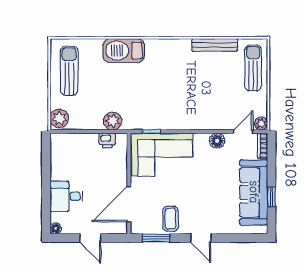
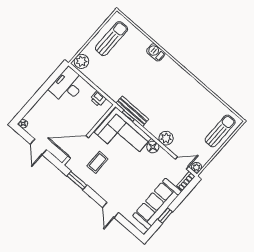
bench: (215, 45) -> (132, 111), moved
barbecue: (124, 51) -> (156, 52), width x0.53, depth x0.65
plant: (113, 121) -> (166, 138), moved
floor lamp: (217, 141) -> (153, 147), moved
desk: (66, 196) -> (67, 86), moved, width x1.37
coffee table: (170, 219) -> (97, 162), moved
door: (201, 238) -> (111, 210), moved

